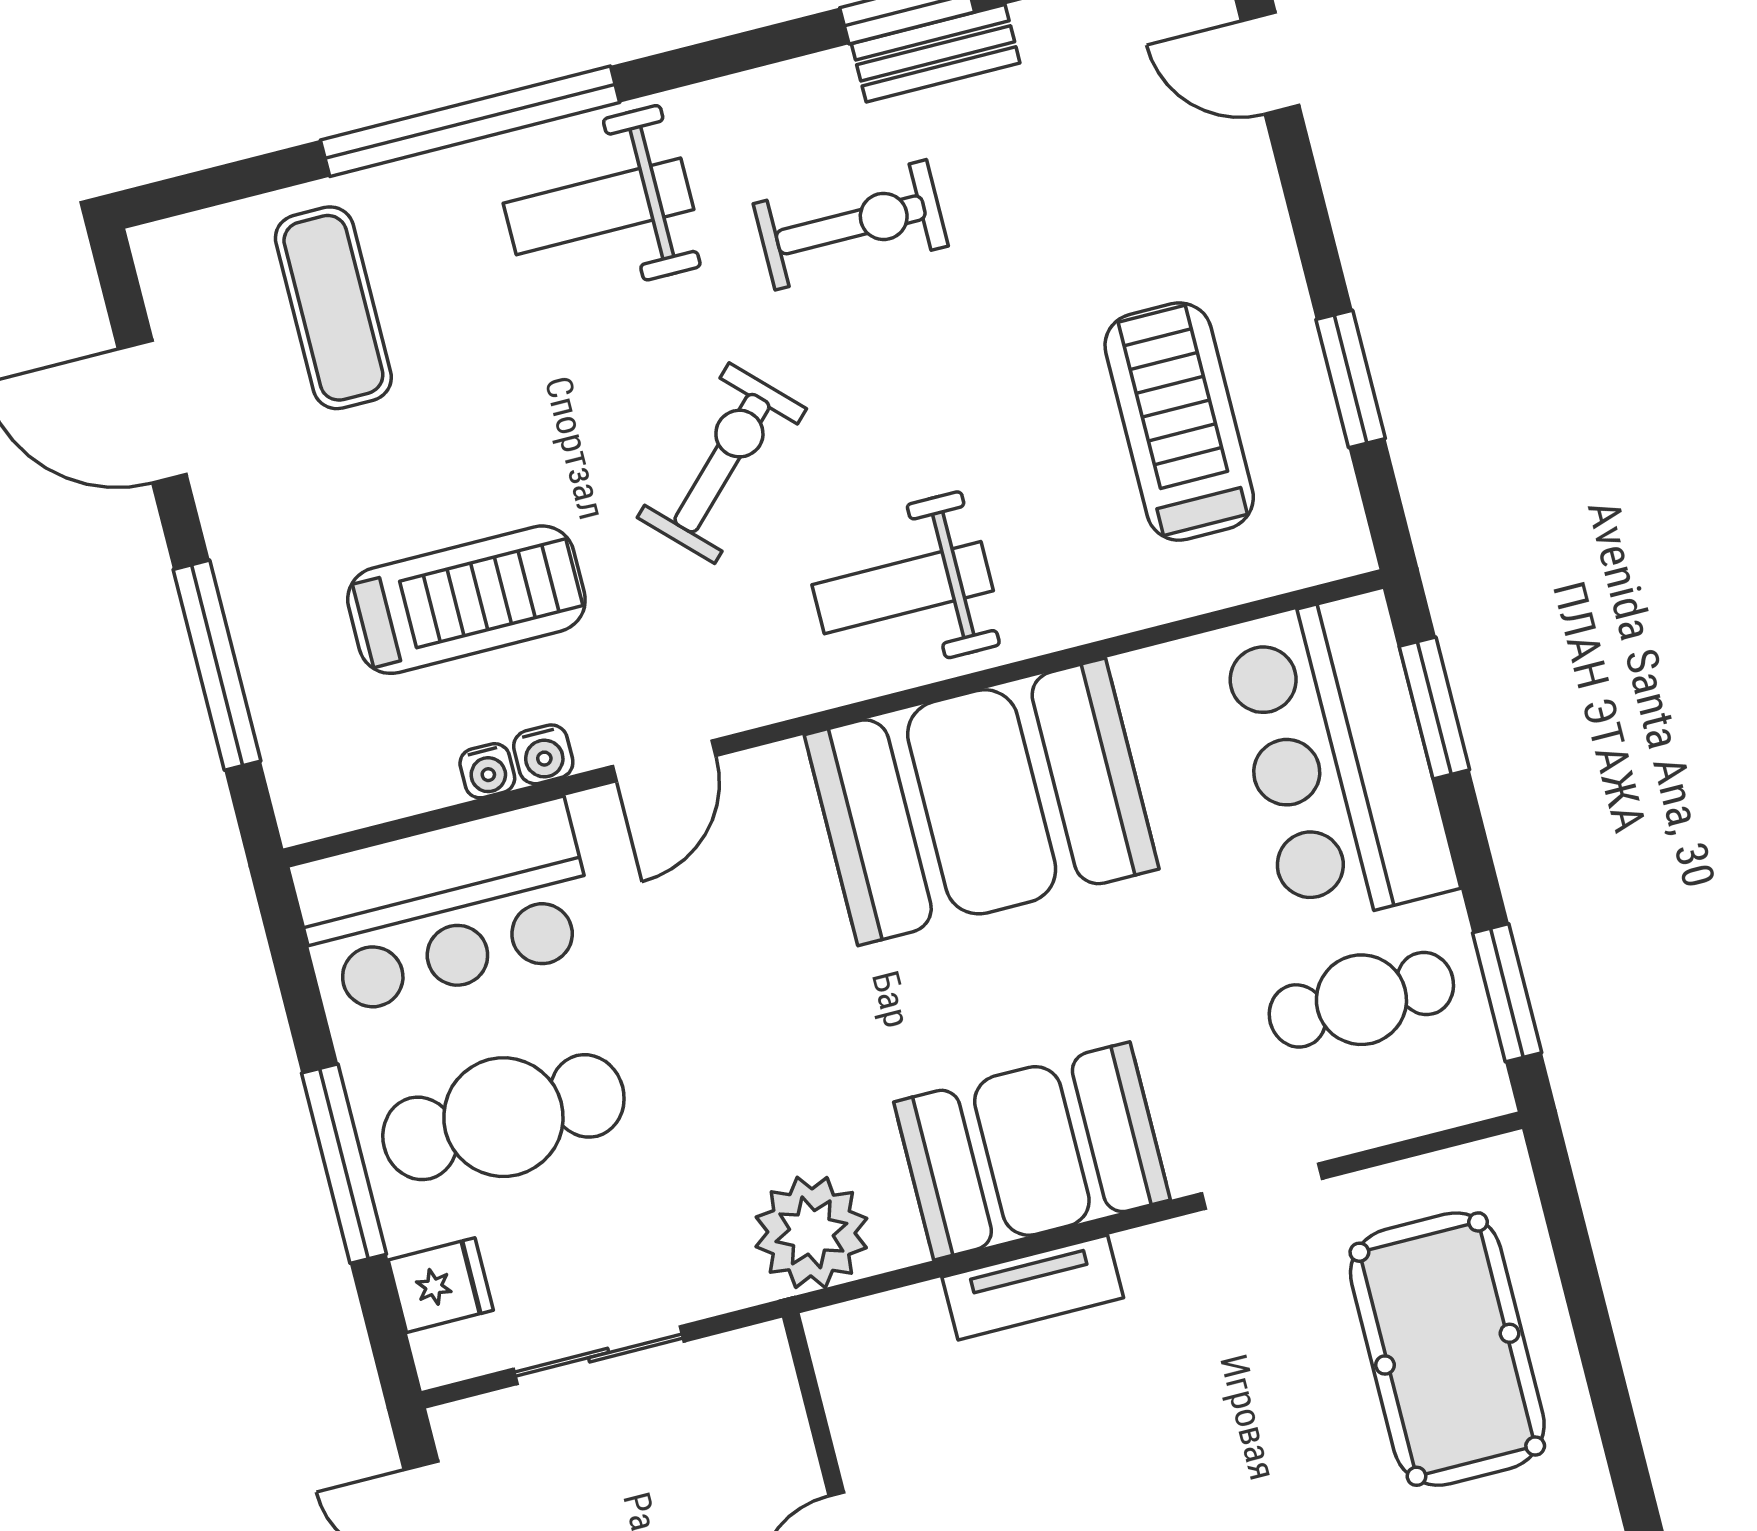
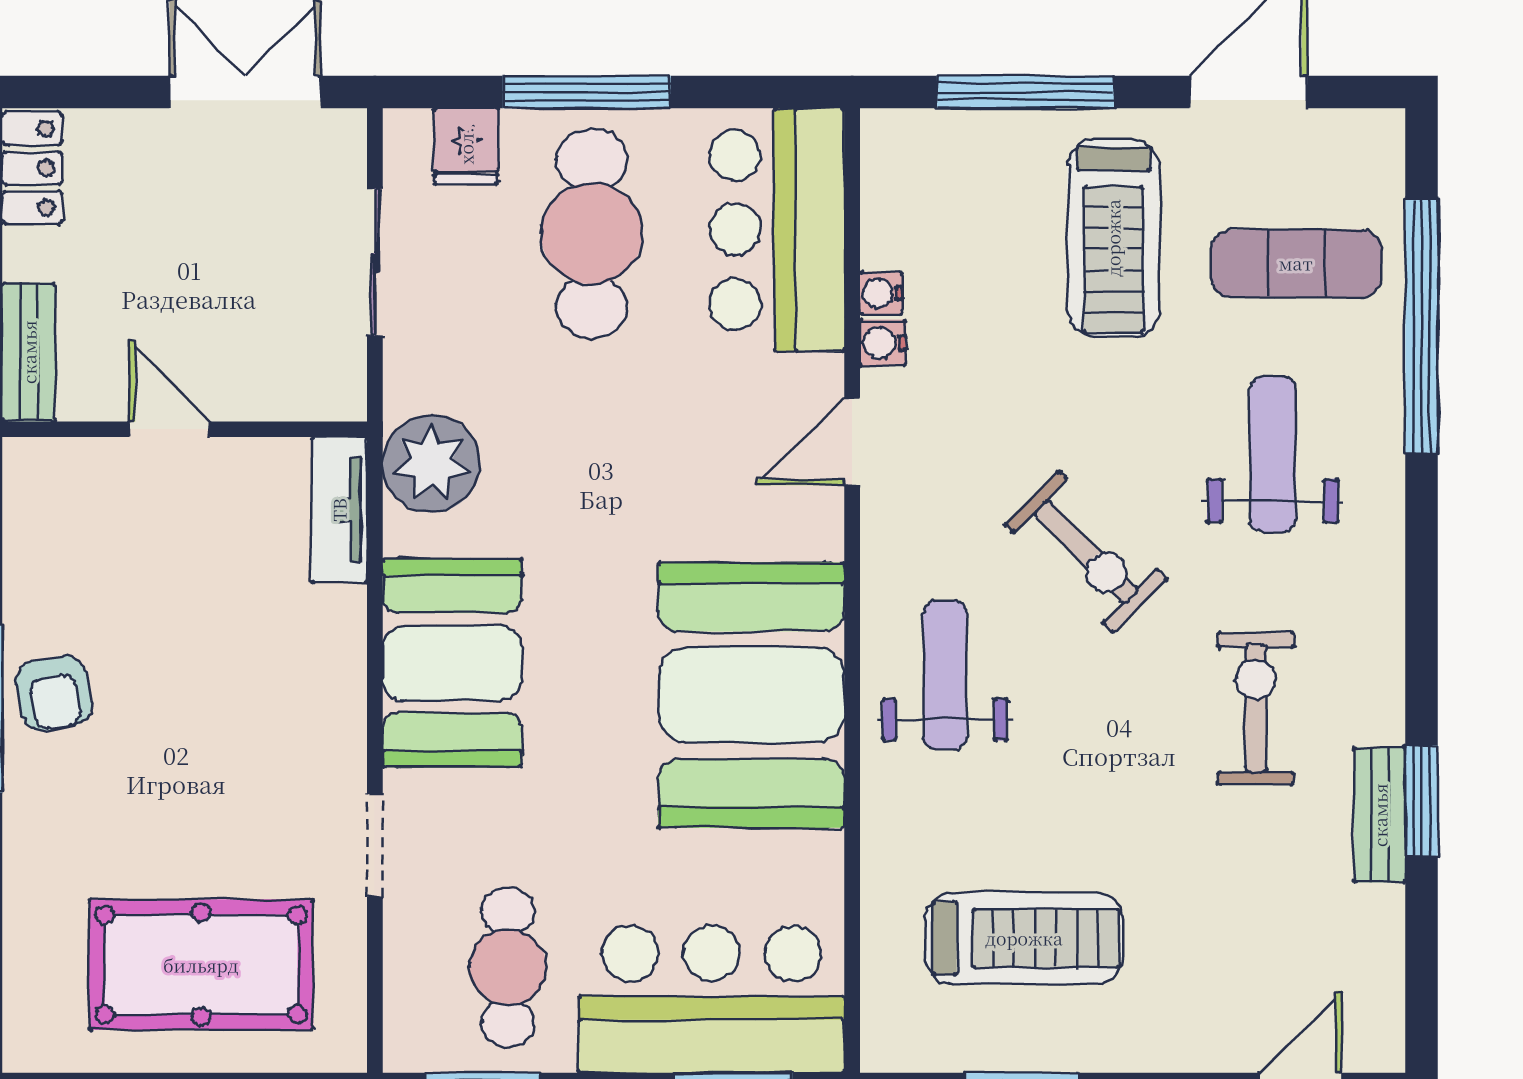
window: (470, 121) -> (1422, 326), moved
weight bench: (599, 206) -> (1273, 454), moved
exercise bike: (851, 225) -> (1256, 708), turned 180
treadmill: (466, 600) -> (1113, 238), moved
door: (664, 761) -> (852, 441), hinge flipped
tv unit: (1033, 1287) -> (339, 510), moved

